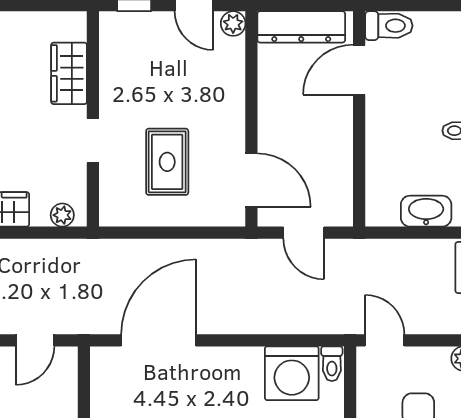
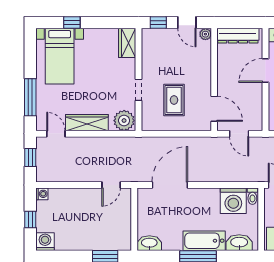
door: (359, 70) -> (265, 70), moved
wardrobe: (69, 73) -> (127, 43), moved
plant: (62, 215) -> (124, 121), width x1.88, depth x1.88

